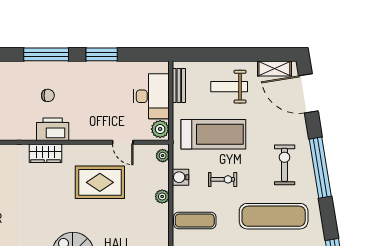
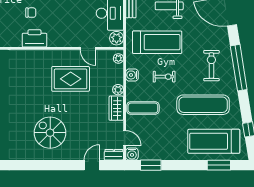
wardrobe: (45, 153) -> (116, 108), moved, turned 90

